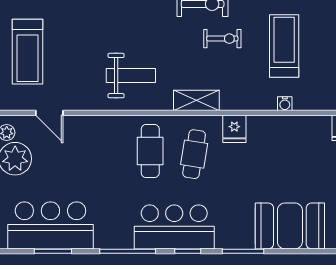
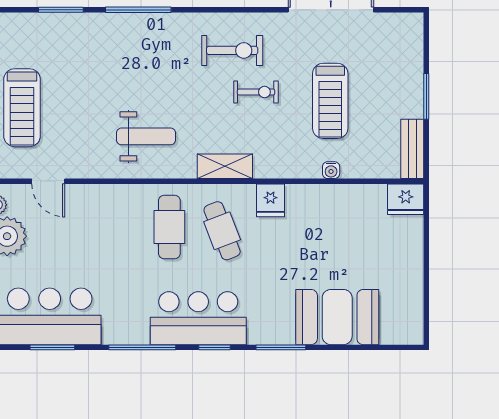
treadmill: (284, 46) -> (330, 101), turned 180
cafe table: (194, 154) -> (222, 231), turned -30

